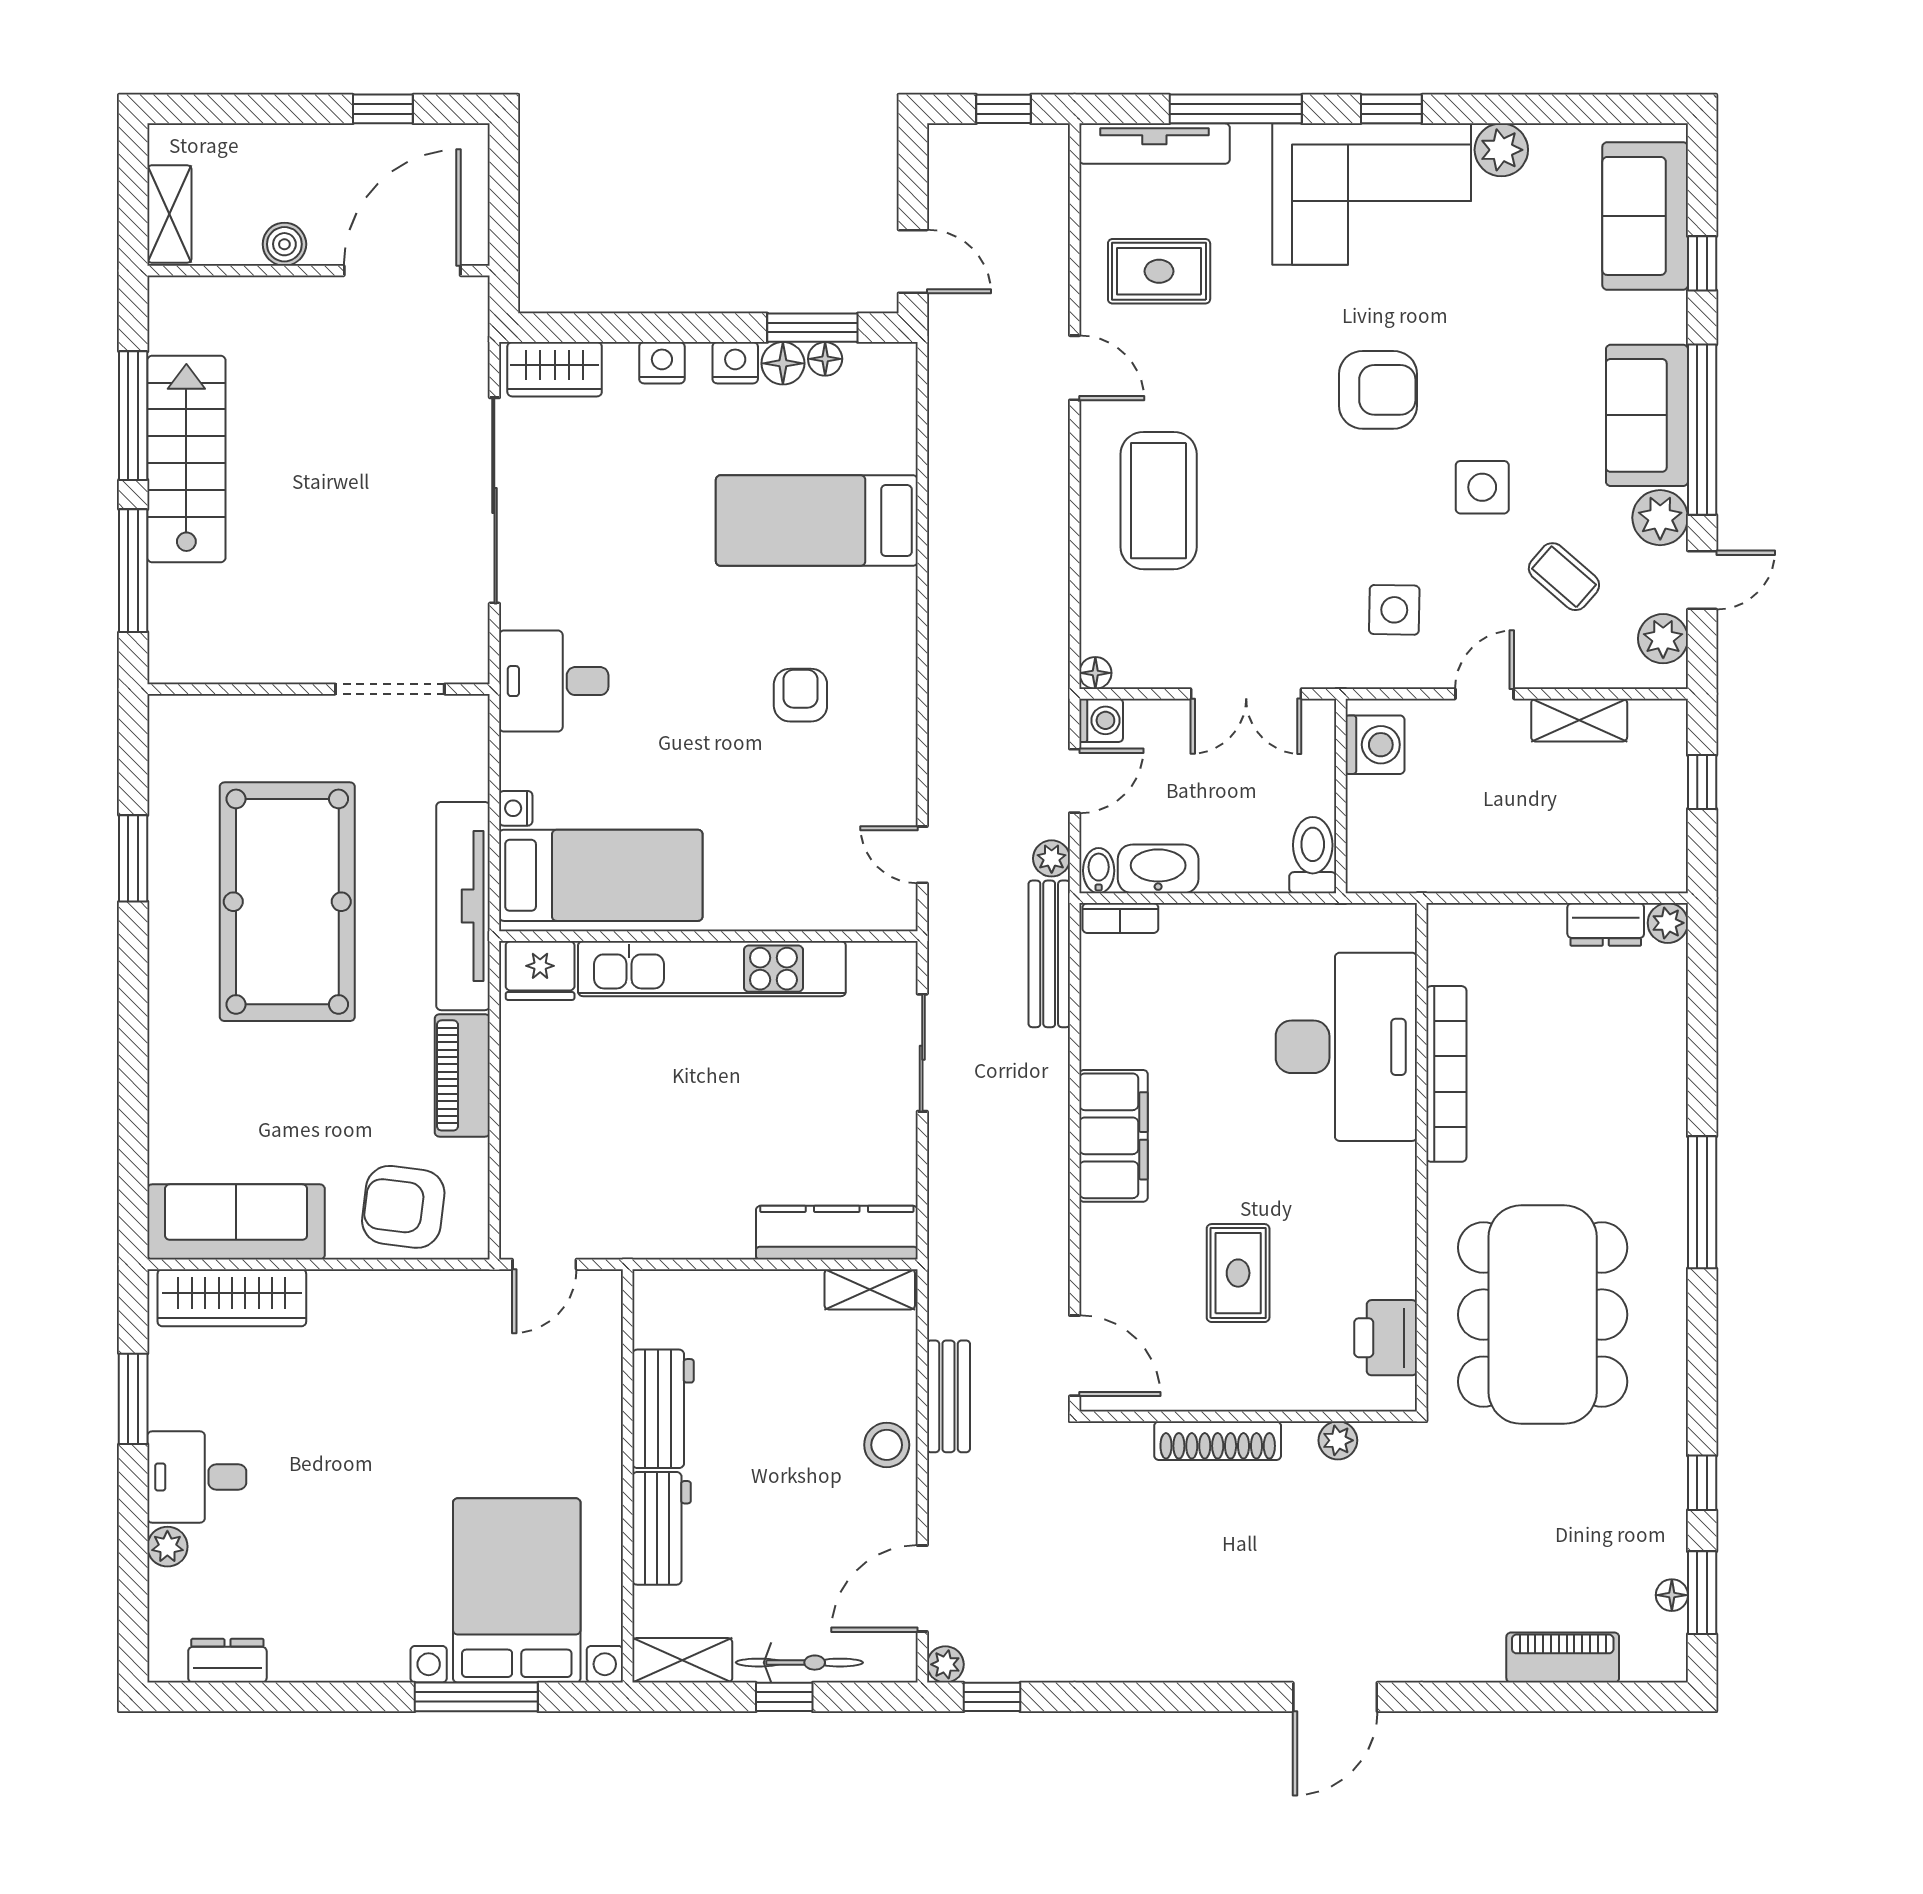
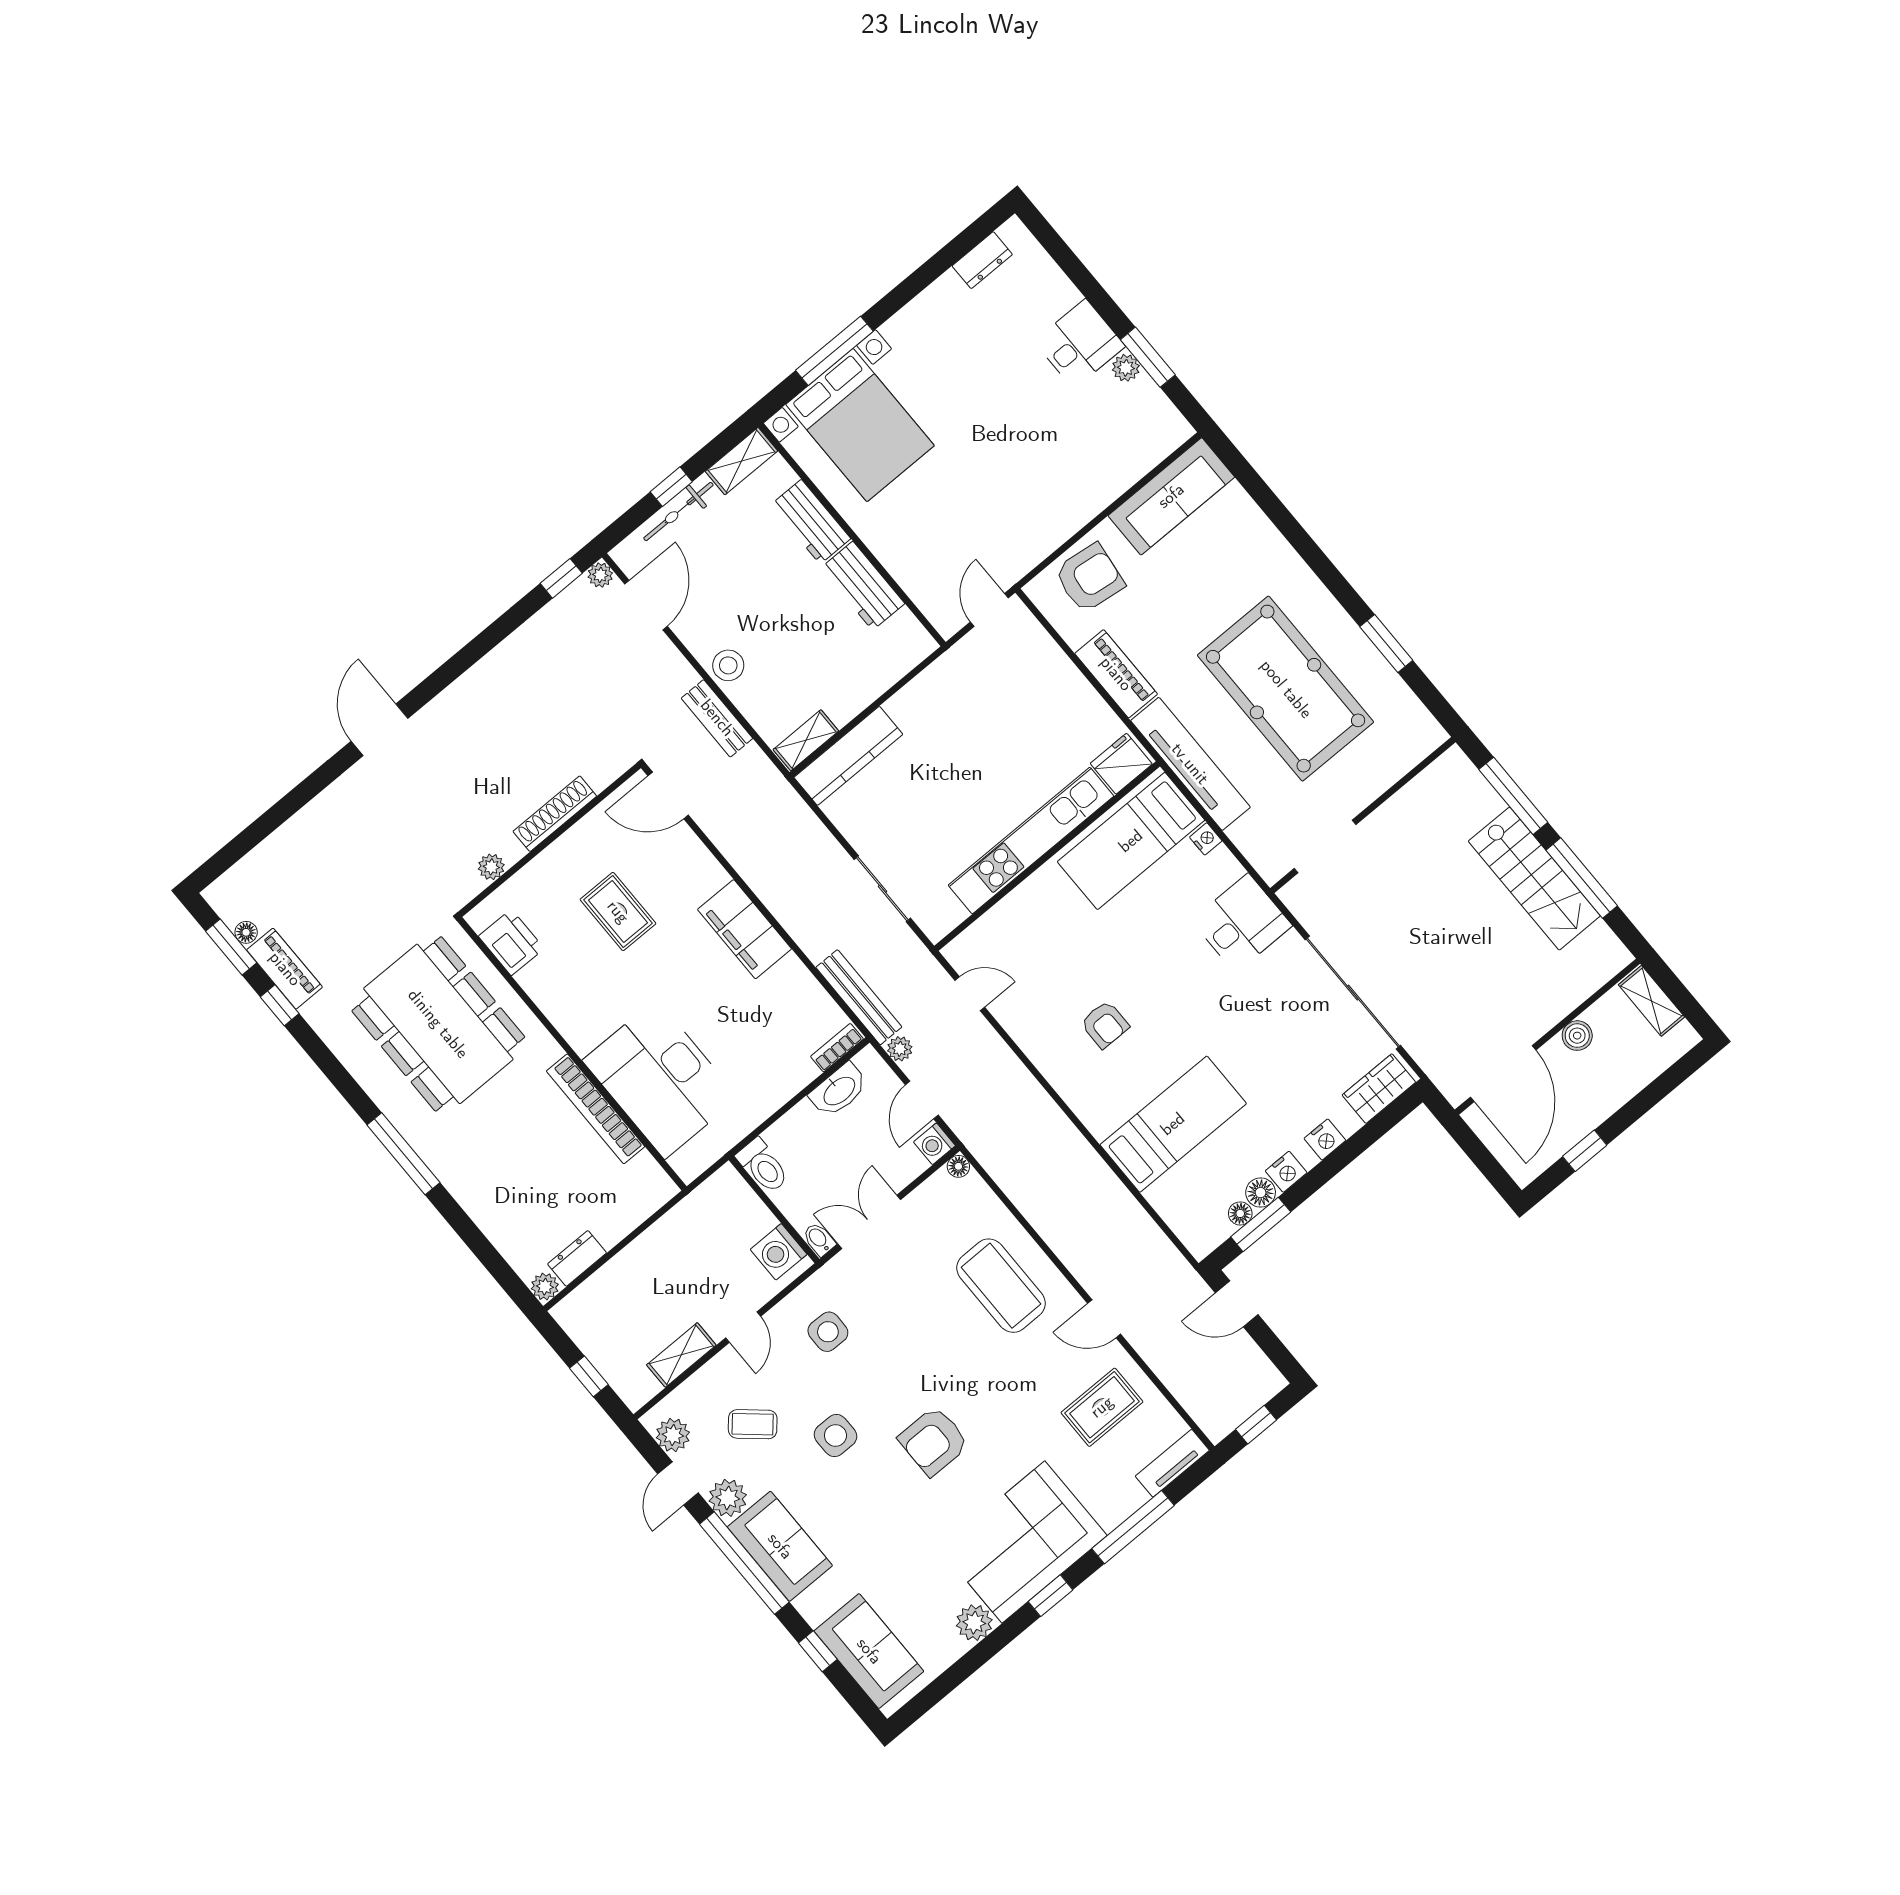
tv unit: (1154, 144) -> (1172, 1463), width x0.71
bidet: (1099, 871) -> (819, 1239), moved, turned 180
wardrobe: (232, 1298) -> (1140, 454), removed
plant: (167, 1547) -> (1126, 368), moved
piano: (1563, 1658) -> (285, 969), moved, turned -90

